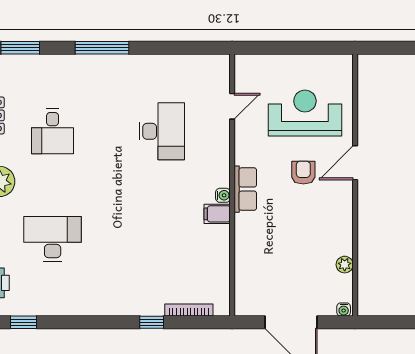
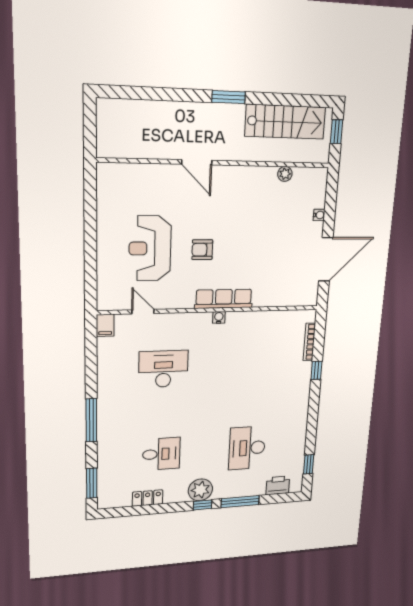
door: (355, 163) -> (197, 162), moved
wall: (355, 185) -> (217, 163), moved
row of seats: (245, 189) -> (224, 299), width x1.48
filing cabinet: (217, 214) -> (105, 325), moved
plant: (345, 265) -> (285, 174), moved

